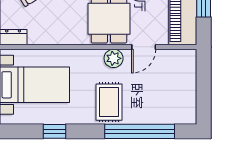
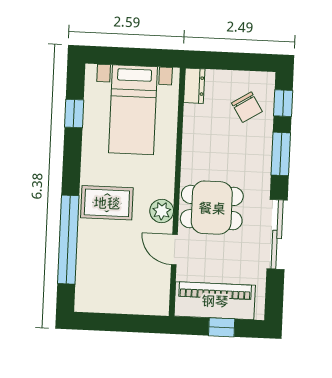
window: (55, 131) -> (74, 114), moved

